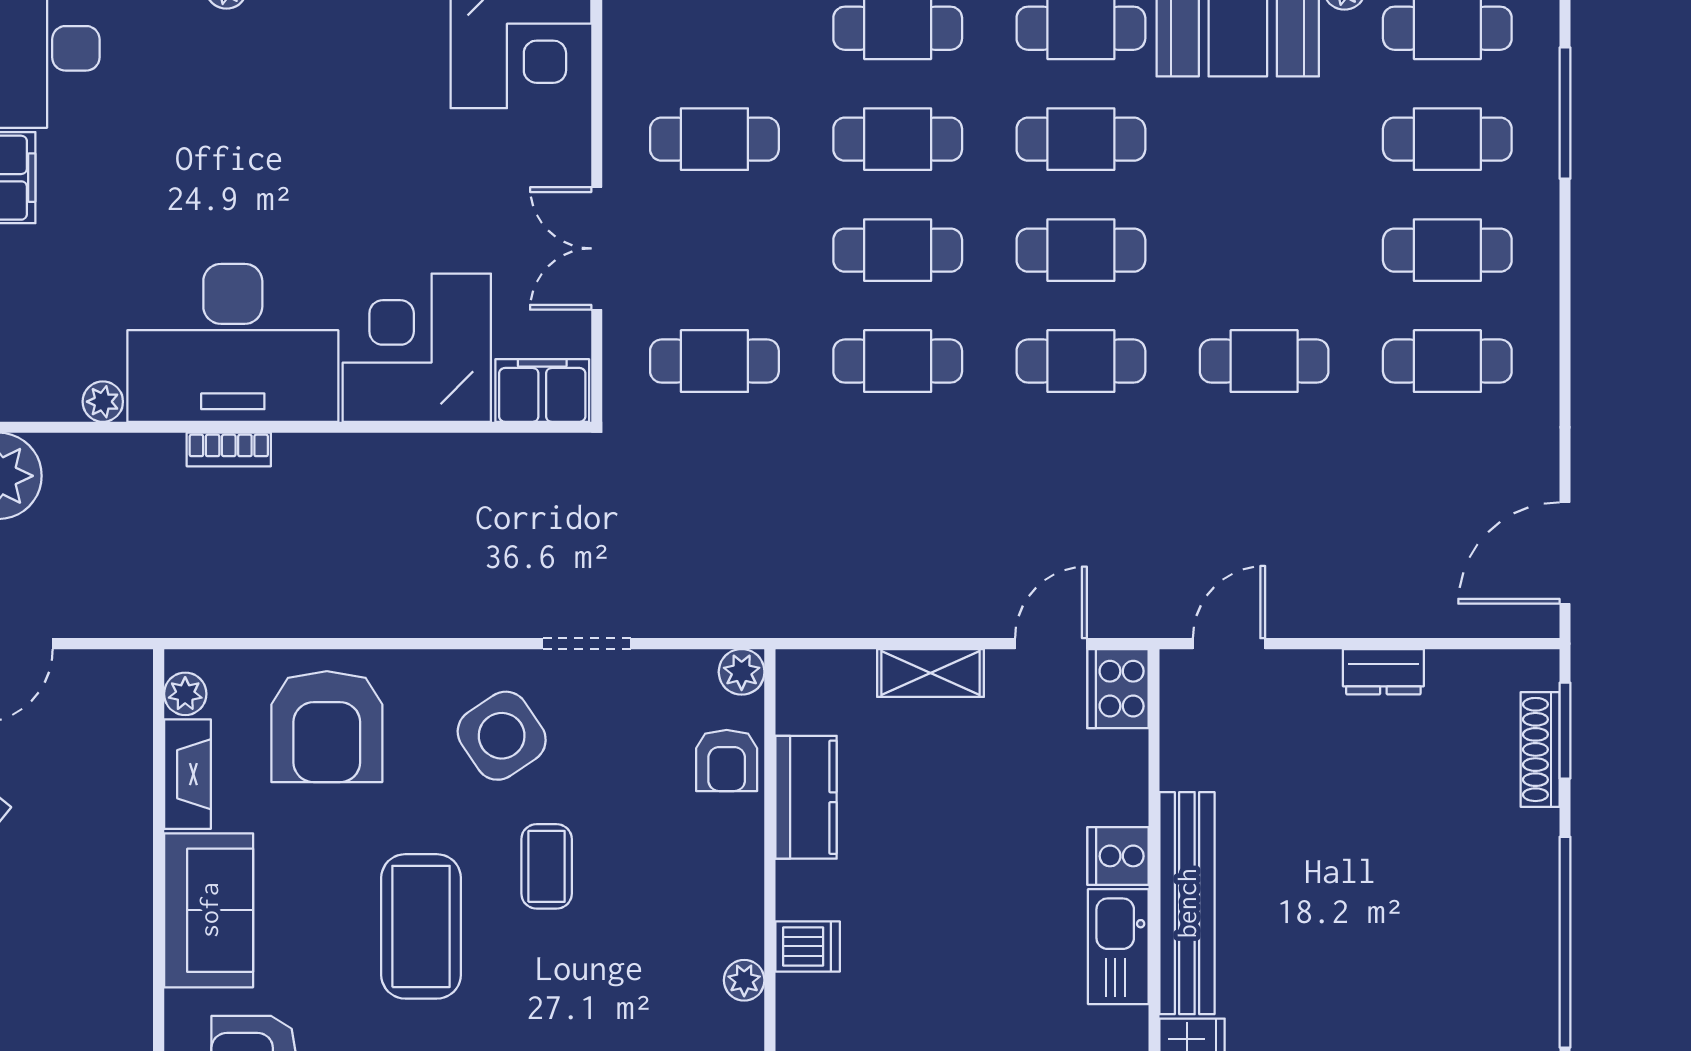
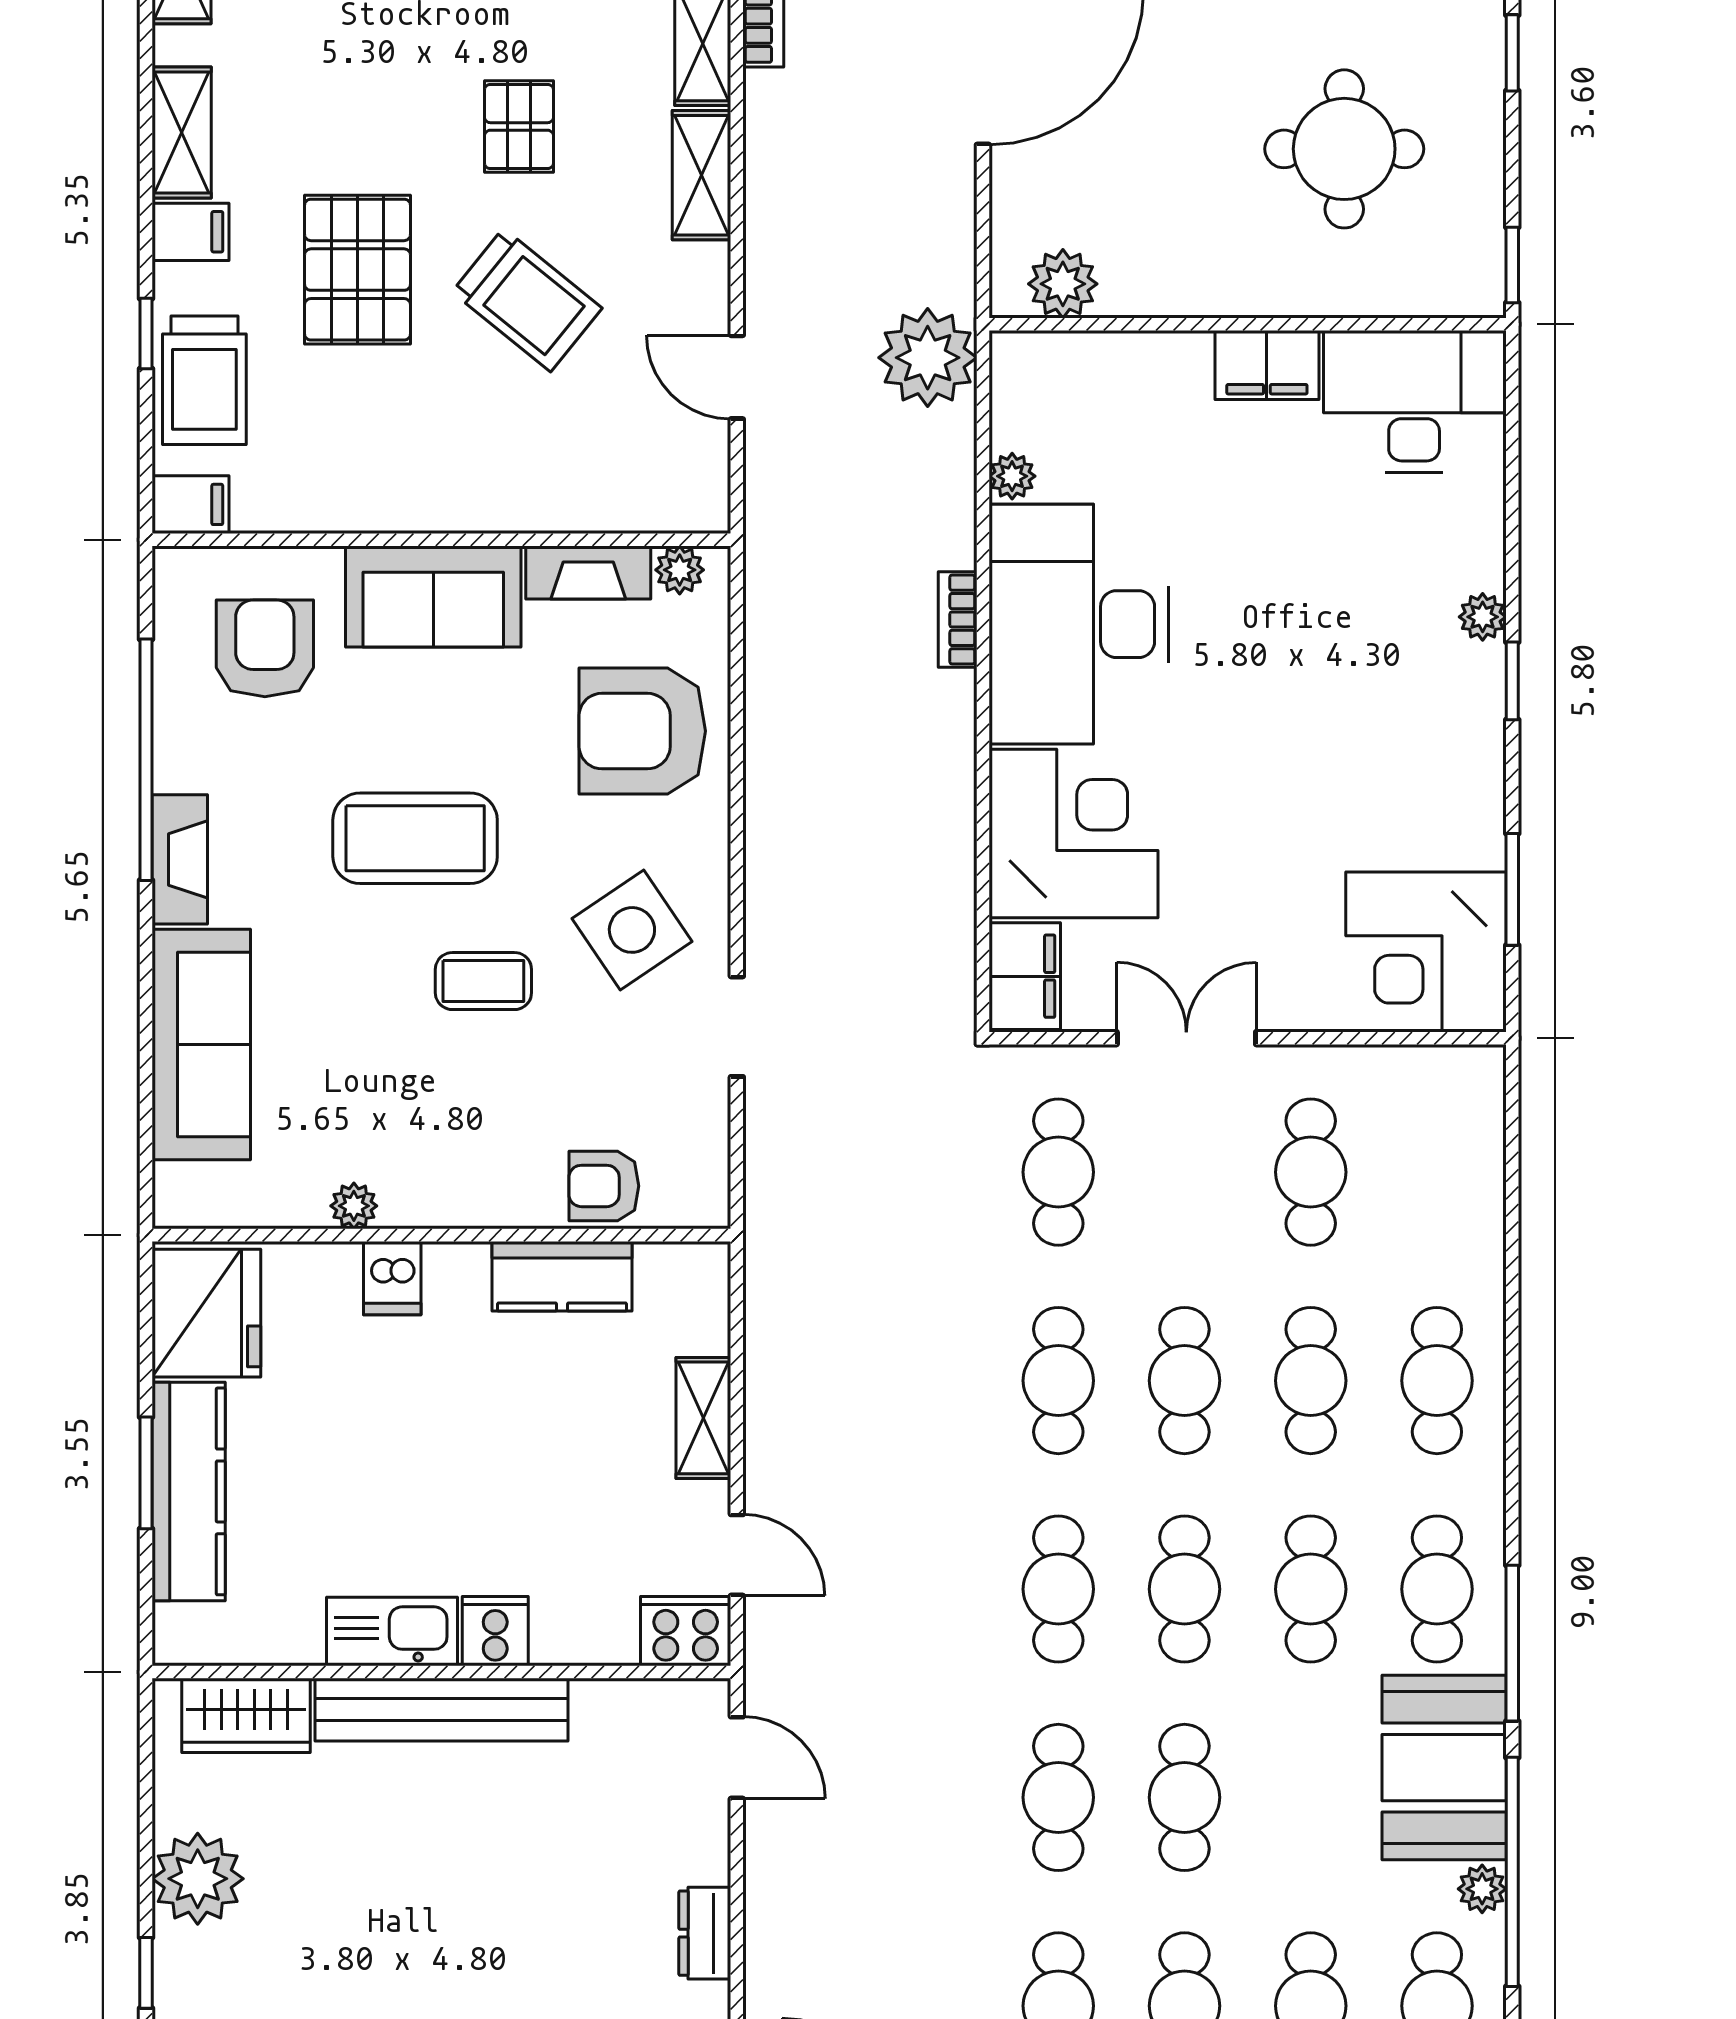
cafe table: (1264, 250) -> (1184, 1797), added
plant: (742, 672) -> (705, 1203), removed

